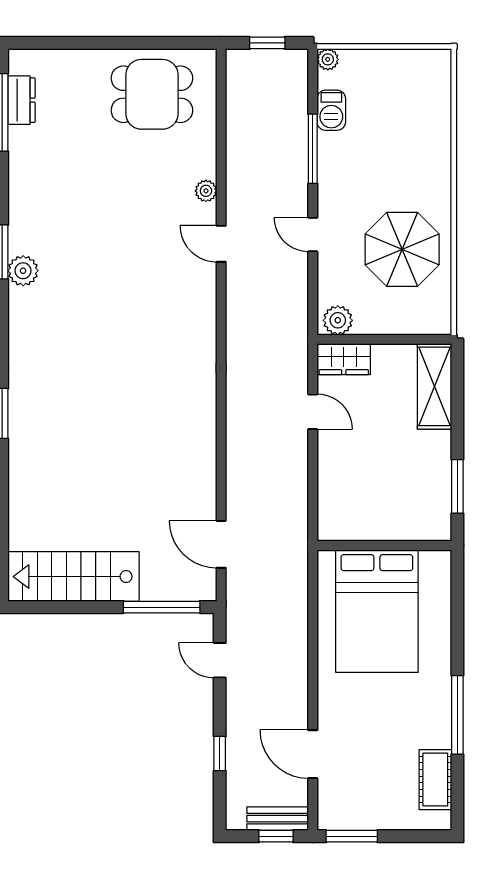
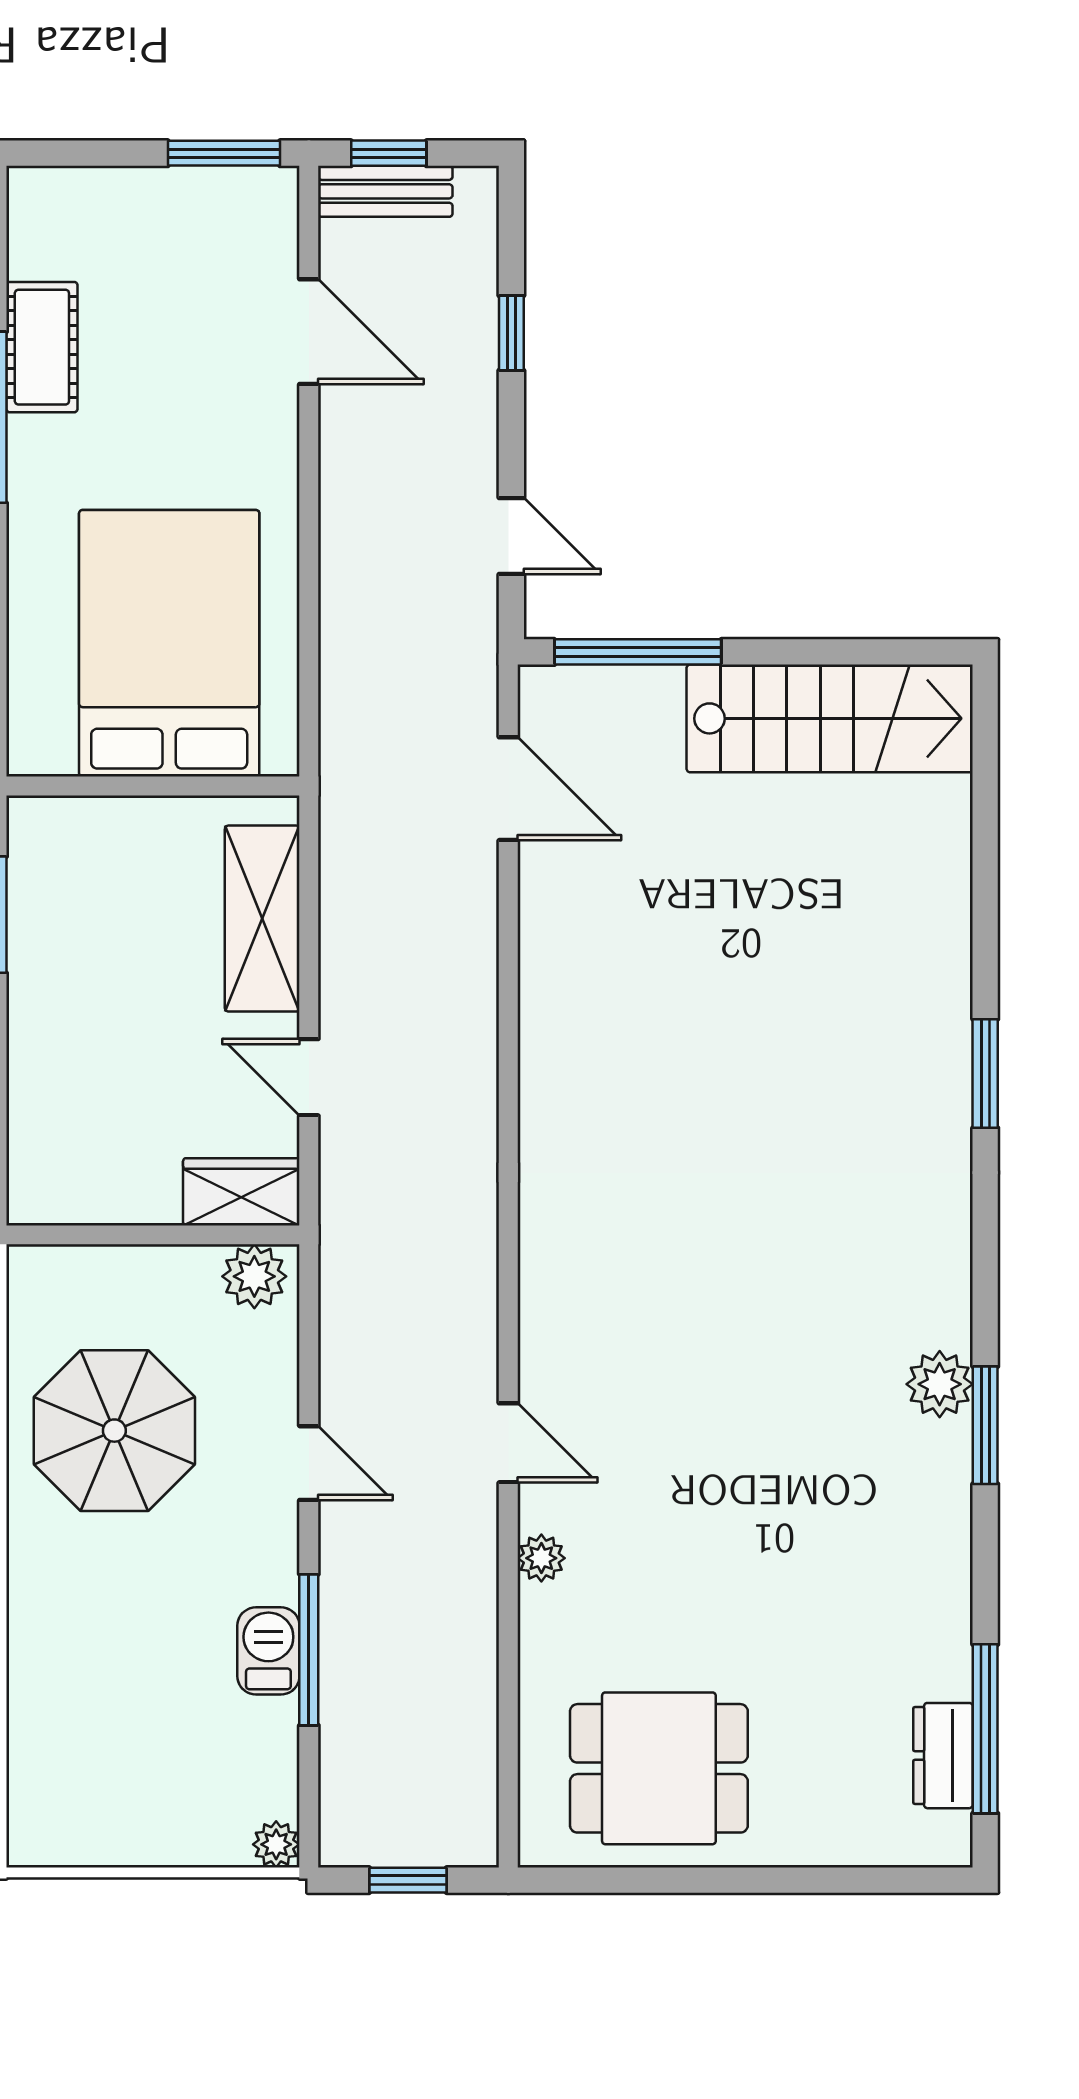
barbecue: (331, 110) -> (268, 1651), moved
shelving: (435, 386) -> (262, 919), moved
cot: (435, 780) -> (42, 347), moved

